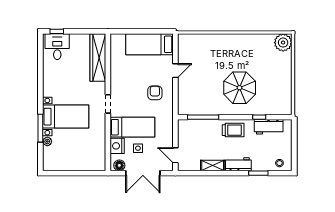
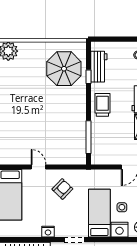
nightstand: (115, 79) -> (48, 232), added
parasol: (240, 88) -> (64, 69), moved
armchair: (155, 93) -> (62, 189), turned 134

